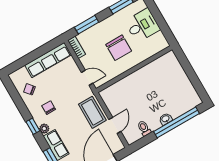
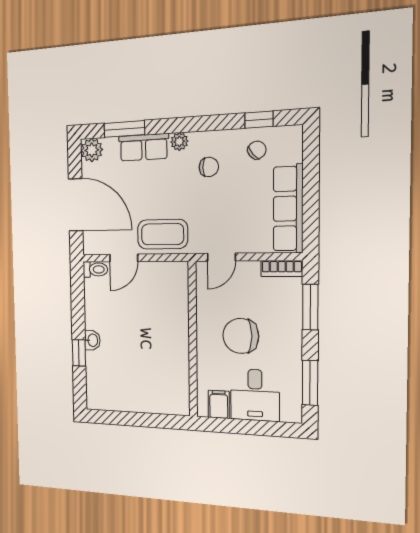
filing cabinet: (158, 39) -> (219, 404), added
window: (176, 122) -> (79, 353), width x0.32
door: (115, 125) -> (124, 258), hinge flipped
window: (33, 126) -> (259, 120), moved
toilet: (144, 128) -> (95, 269), moved

